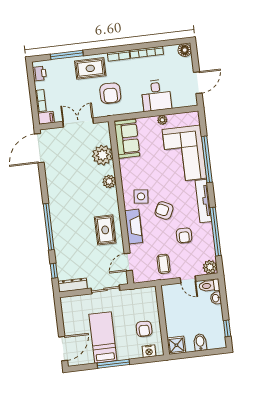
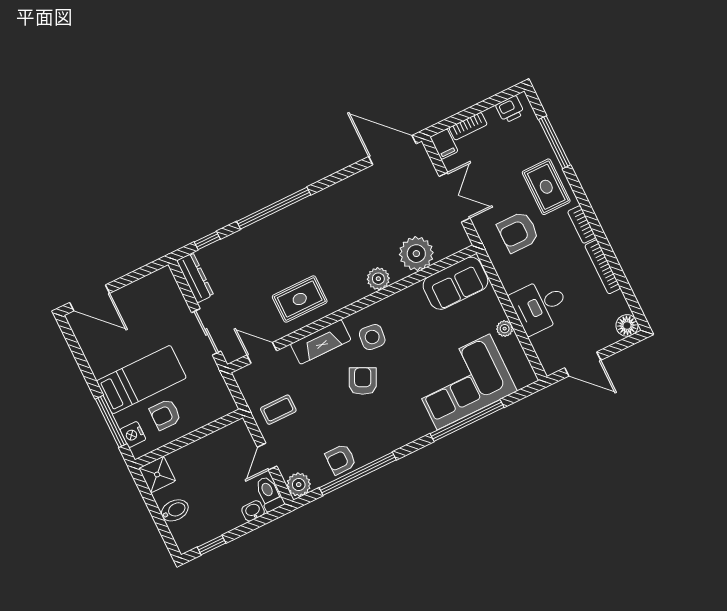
tv unit: (203, 201) -> (399, 438), removed
armchair: (184, 235) -> (341, 459), moved
bed: (103, 337) -> (141, 380), moved
window: (113, 364) -> (111, 421), moved

